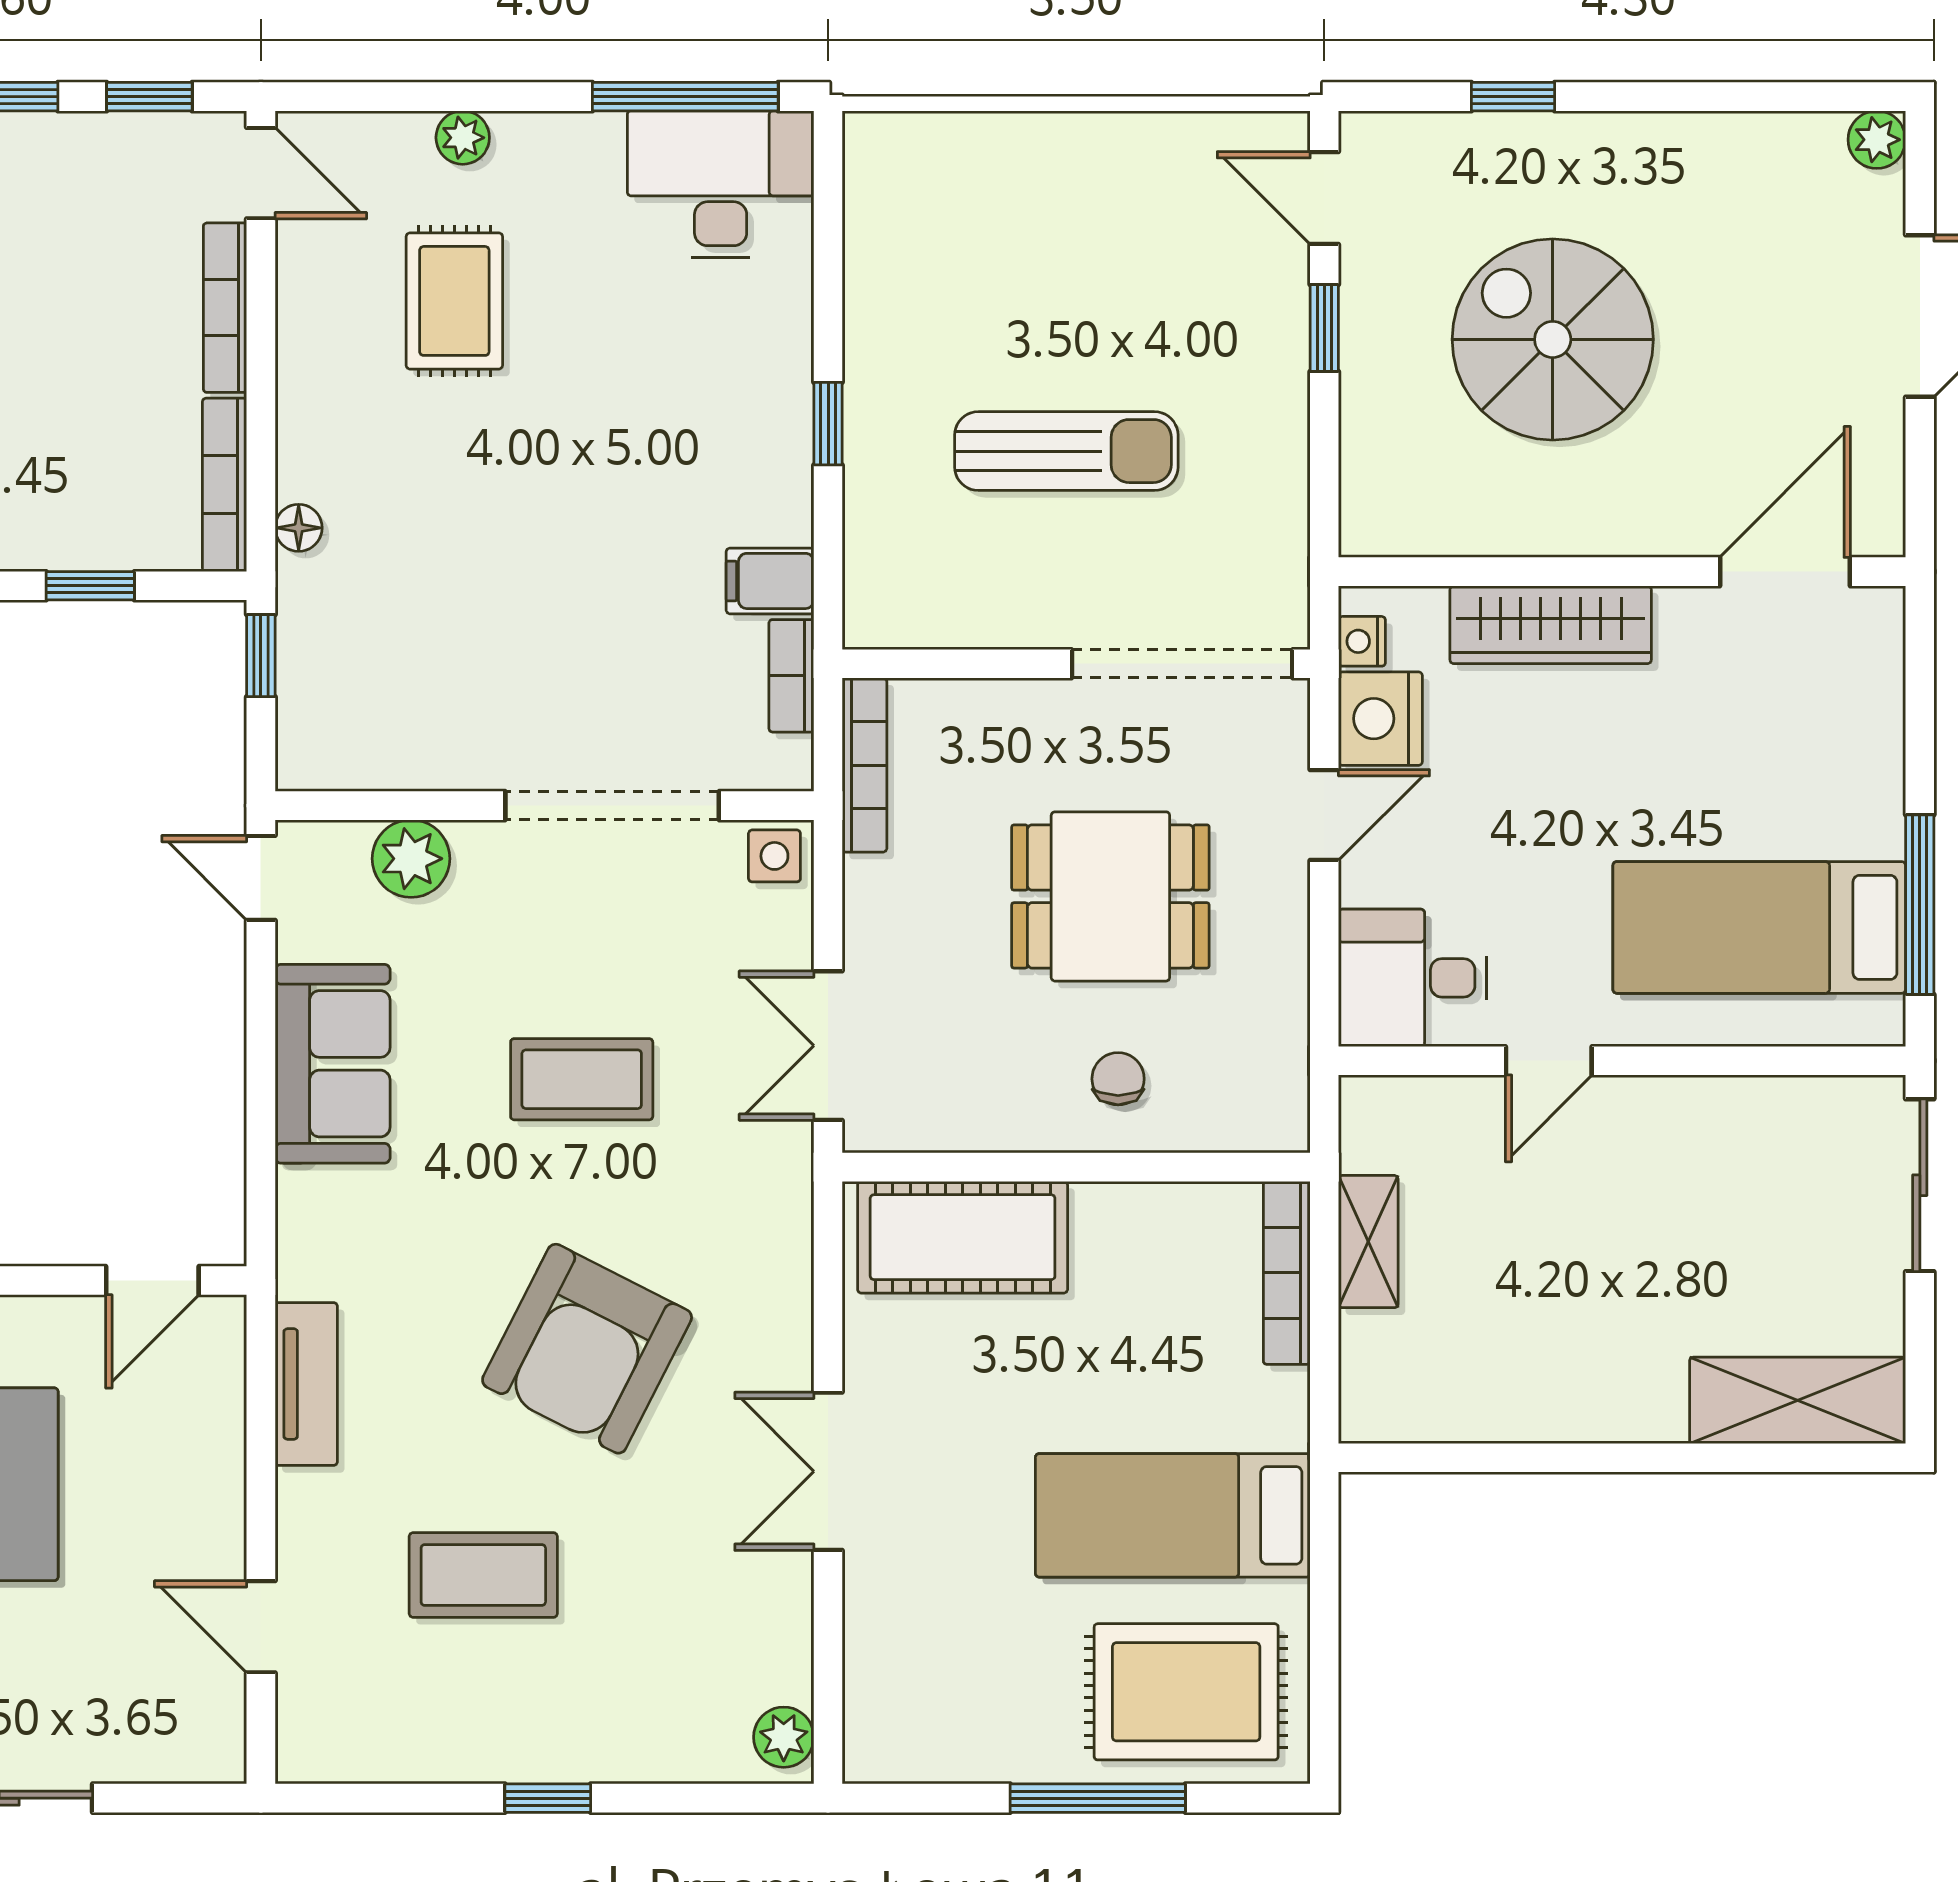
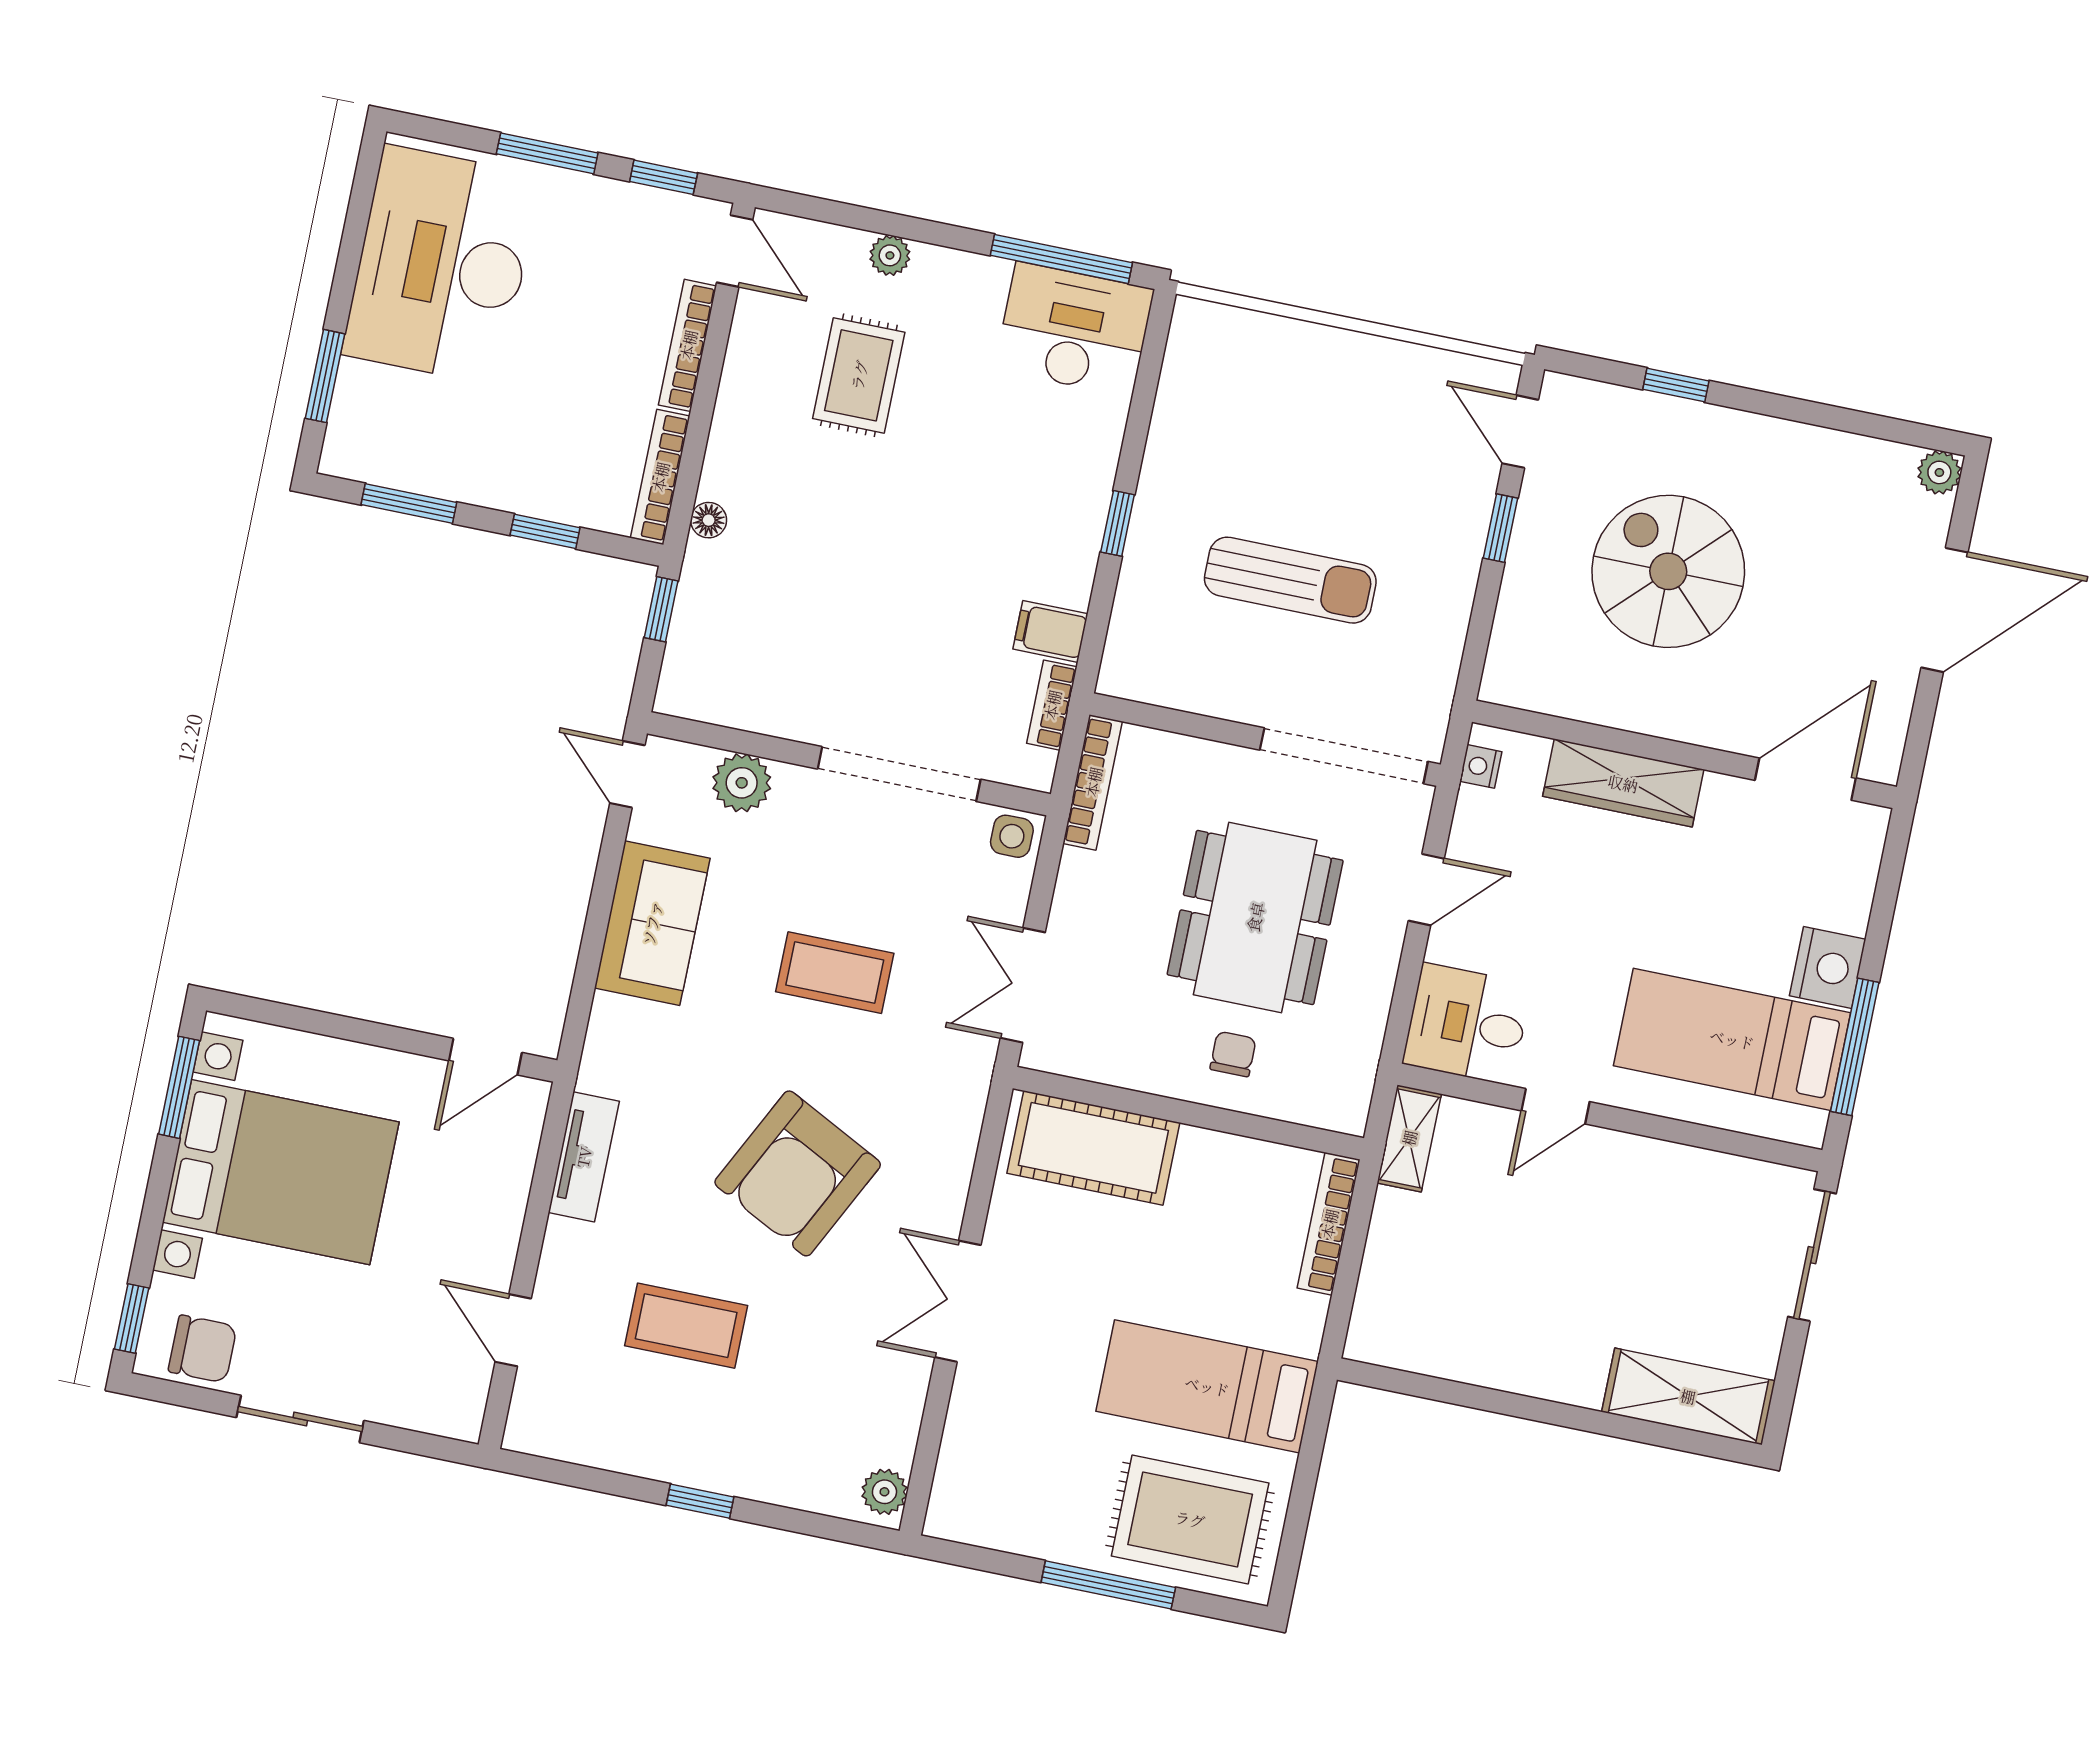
nightstand: (1380, 719) -> (1828, 967), moved, turned 180
dining table: (1110, 896) -> (1255, 917), width x1.38
shelving: (1368, 1242) -> (1409, 1138), moved

